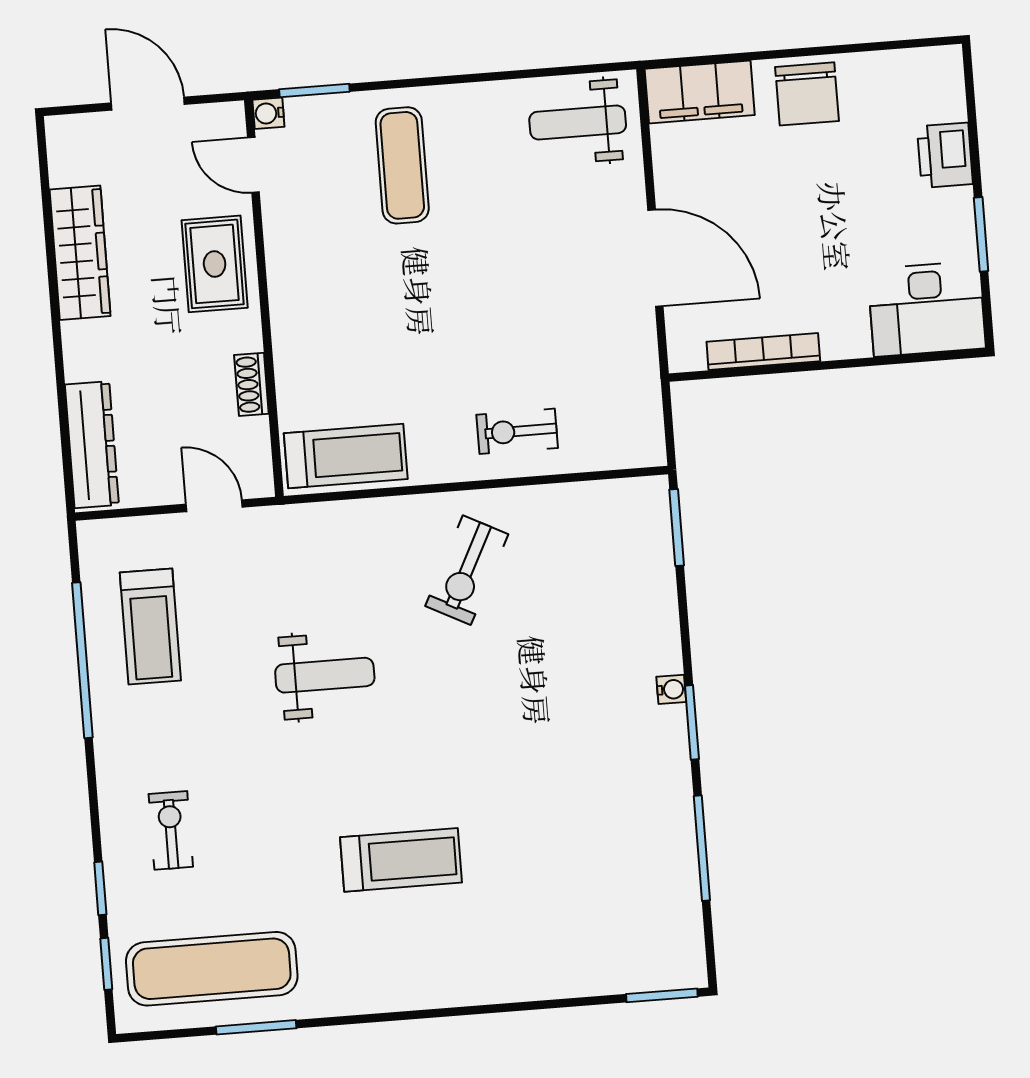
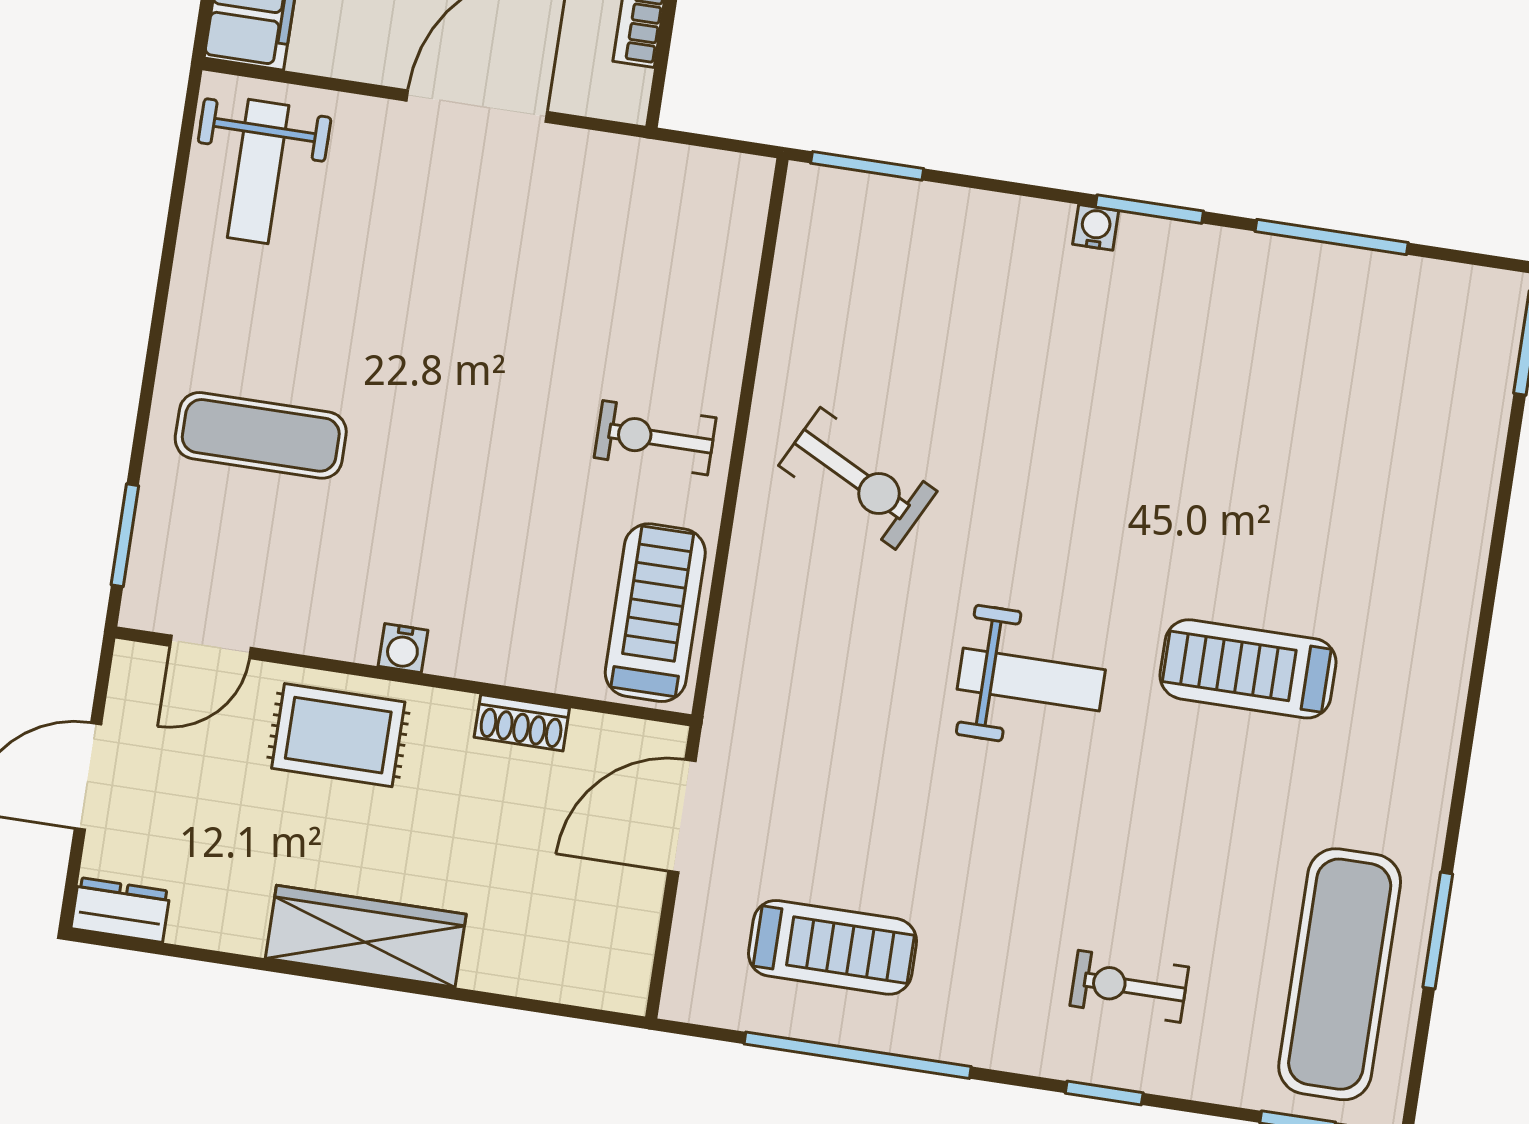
water cooler: (268, 113) -> (403, 648), moved
wardrobe: (80, 253) -> (366, 936), moved
exercise bike: (517, 431) -> (655, 438), moved, turned 90
dresser: (92, 445) -> (121, 910), moved, width x0.51, depth x0.80
door: (214, 506) -> (682, 816), width x1.38
weight bench: (325, 675) -> (1031, 680), moved, turned 90
treadmill: (401, 860) -> (1248, 669), turned -90
window: (100, 888) -> (1104, 1093), moved

